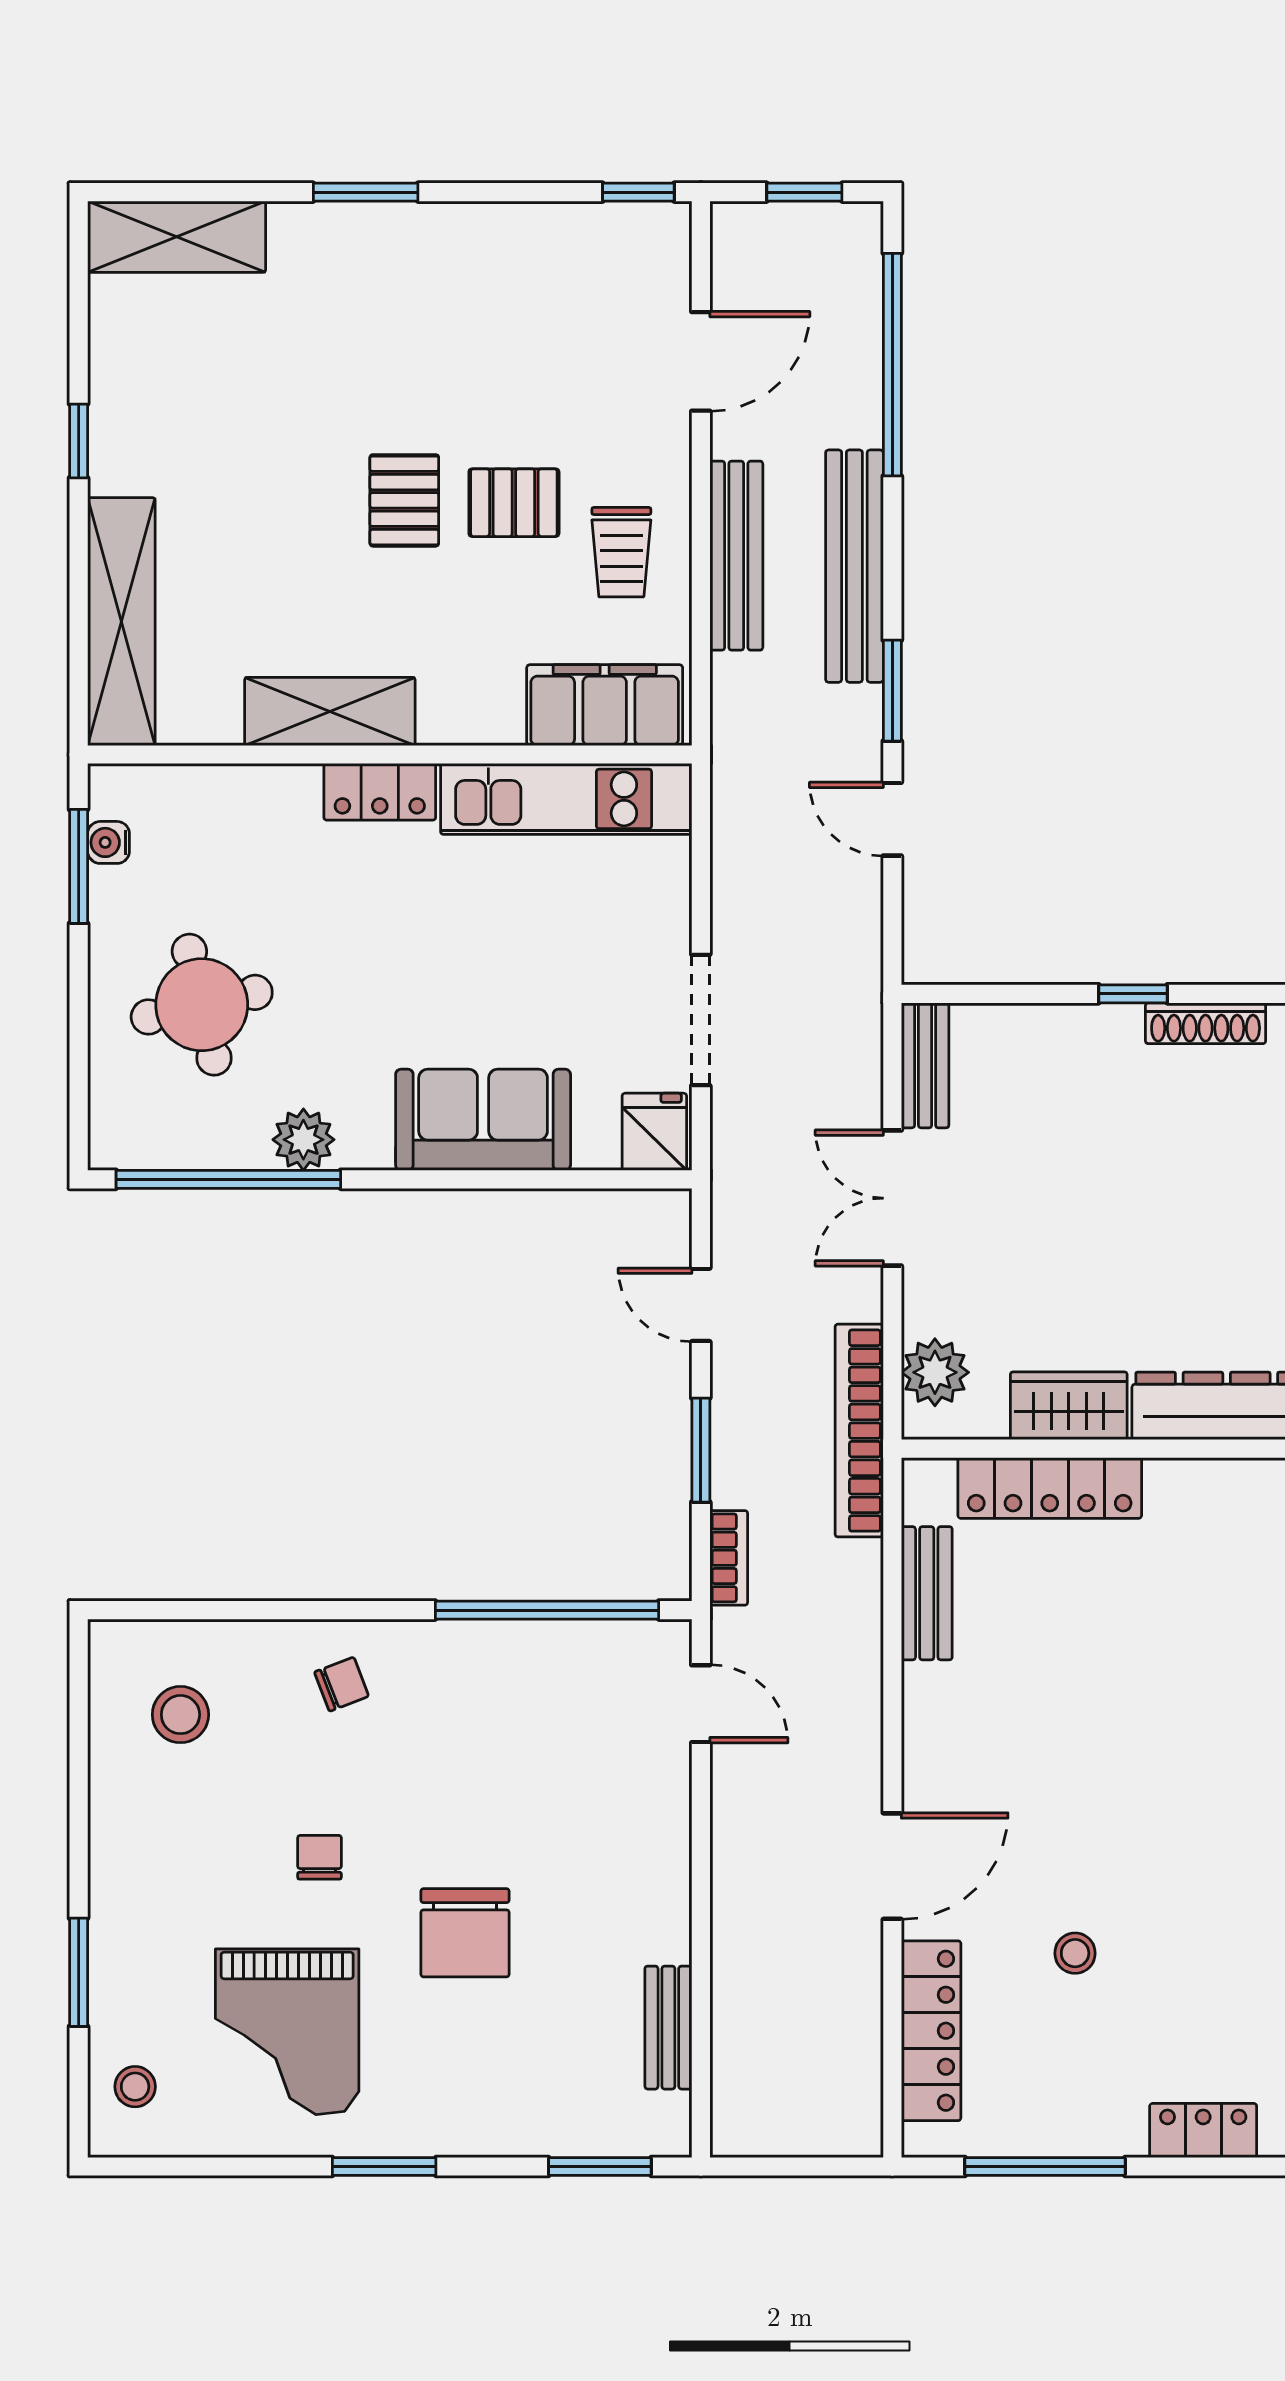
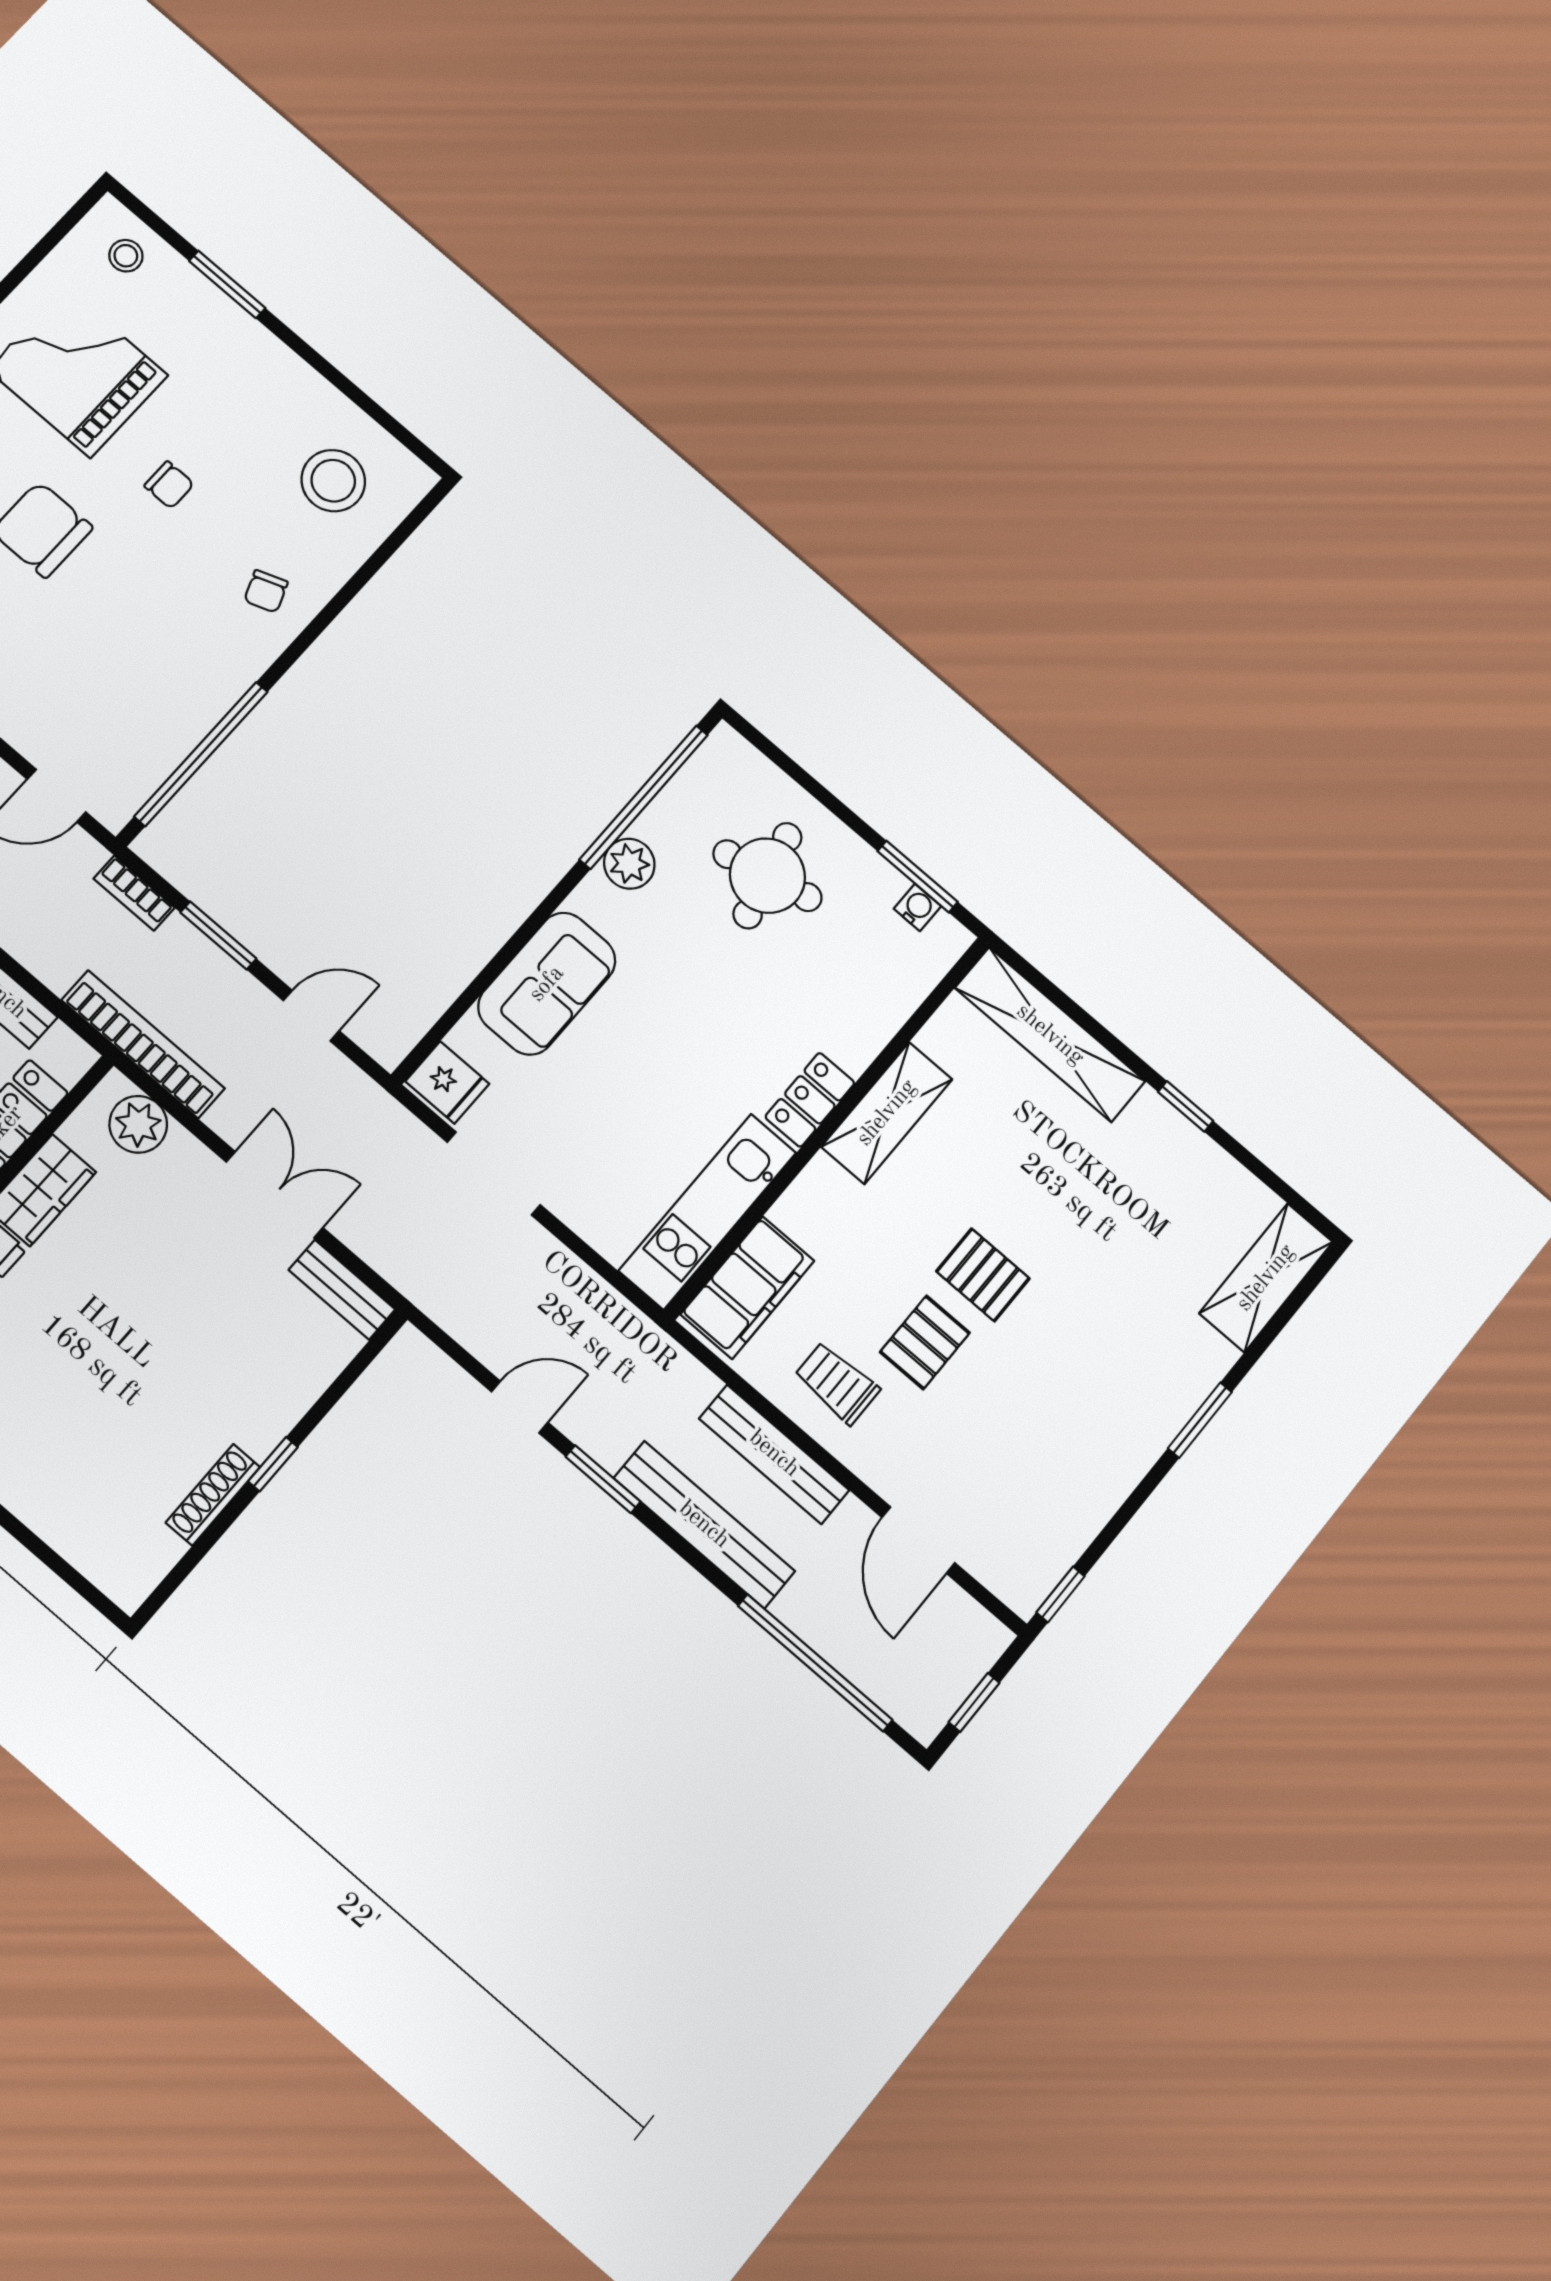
stool: (180, 1715) -> (333, 481), width x1.38, depth x1.38

